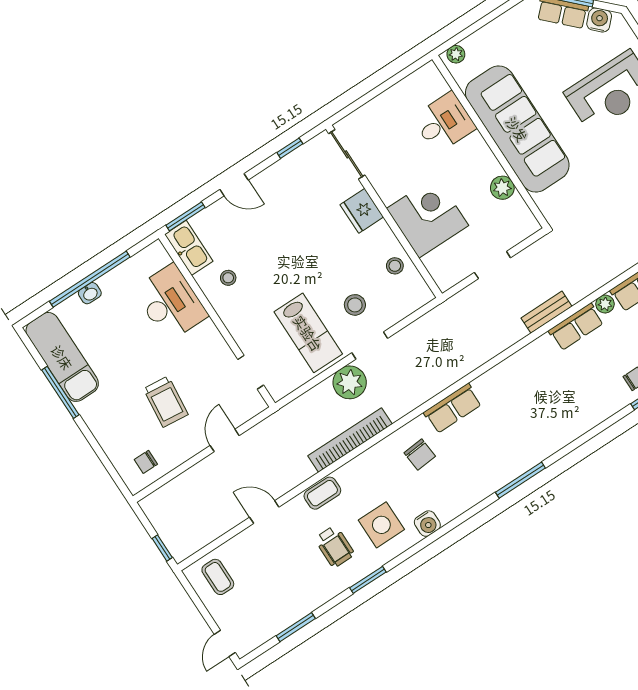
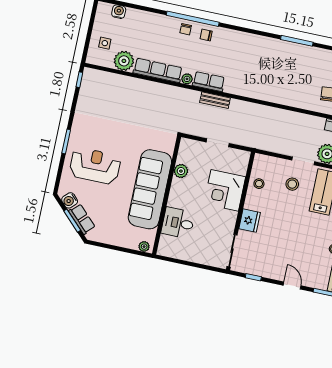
row of seats: (453, 408) -> (295, 99), removed

